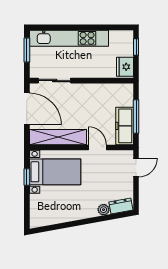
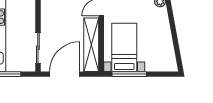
window: (27, 177) -> (129, 74), width x2.17

